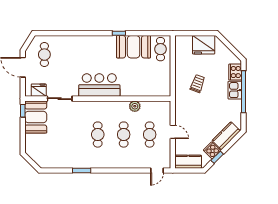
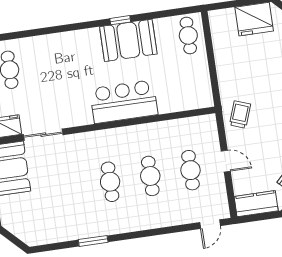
booth: (134, 47) -> (128, 40), moved
trolley: (198, 84) -> (240, 115), moved
bar counter: (99, 85) -> (124, 102), moved
plant: (135, 106) -> (161, 130), removed

